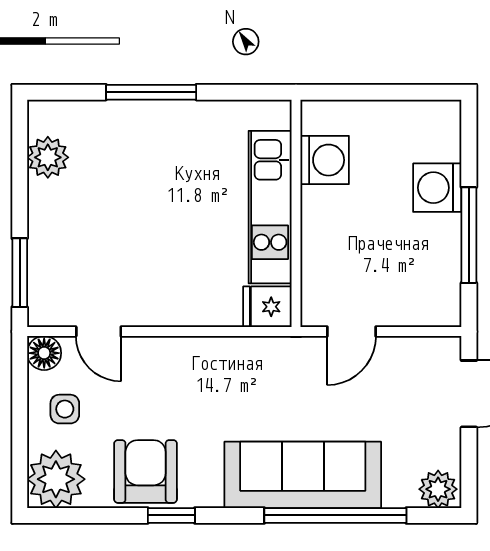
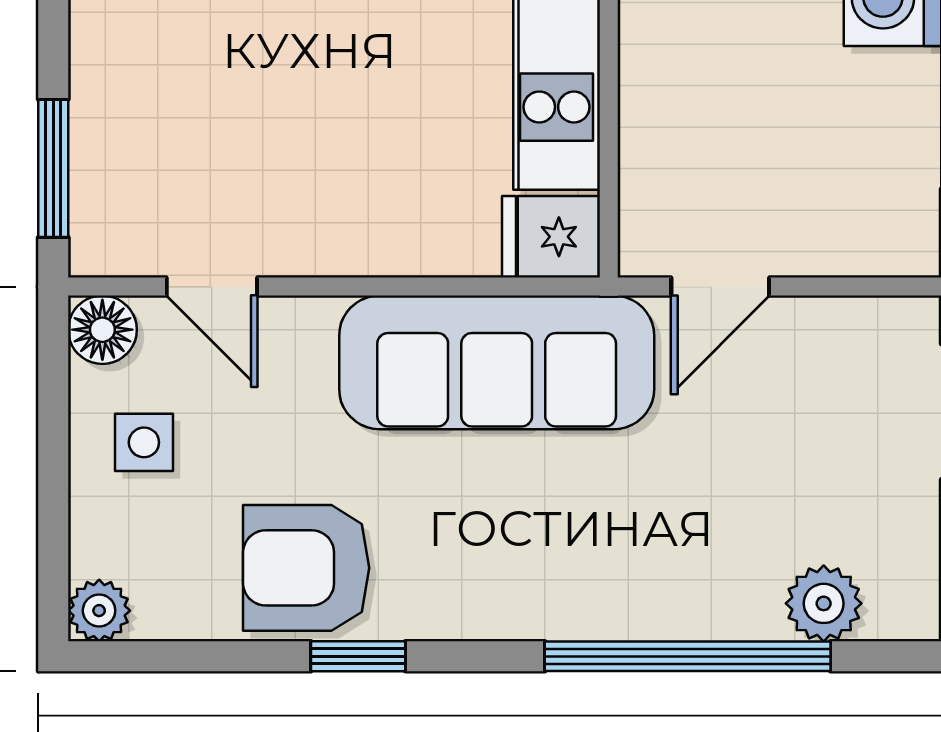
armchair: (146, 471) -> (306, 568), turned -90
sofa: (303, 475) -> (497, 362), moved, turned 180
plant: (56, 479) -> (99, 611), width x0.53, depth x0.53
plant: (438, 489) -> (824, 603), moved

